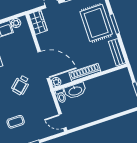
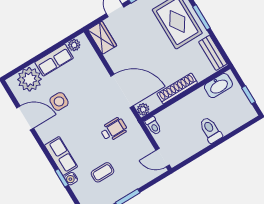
wheelchair: (21, 85) -> (114, 129), moved, turned -138
washbasin: (75, 91) -> (218, 86), moved
toilet: (102, 109) -> (211, 130), added

